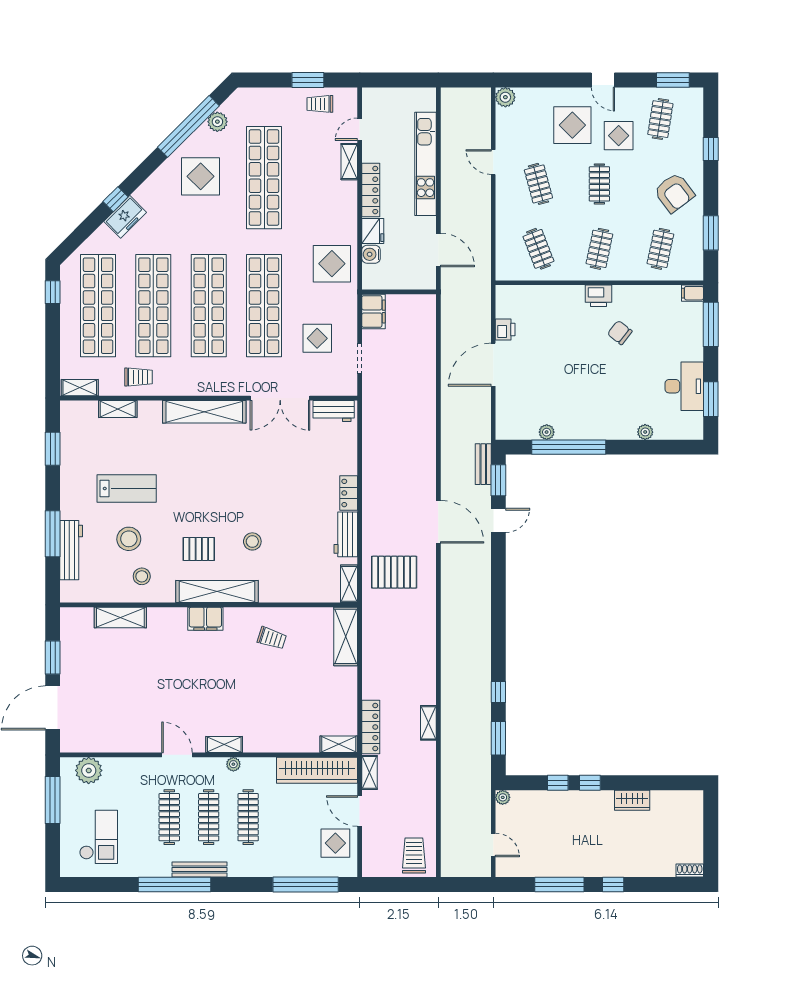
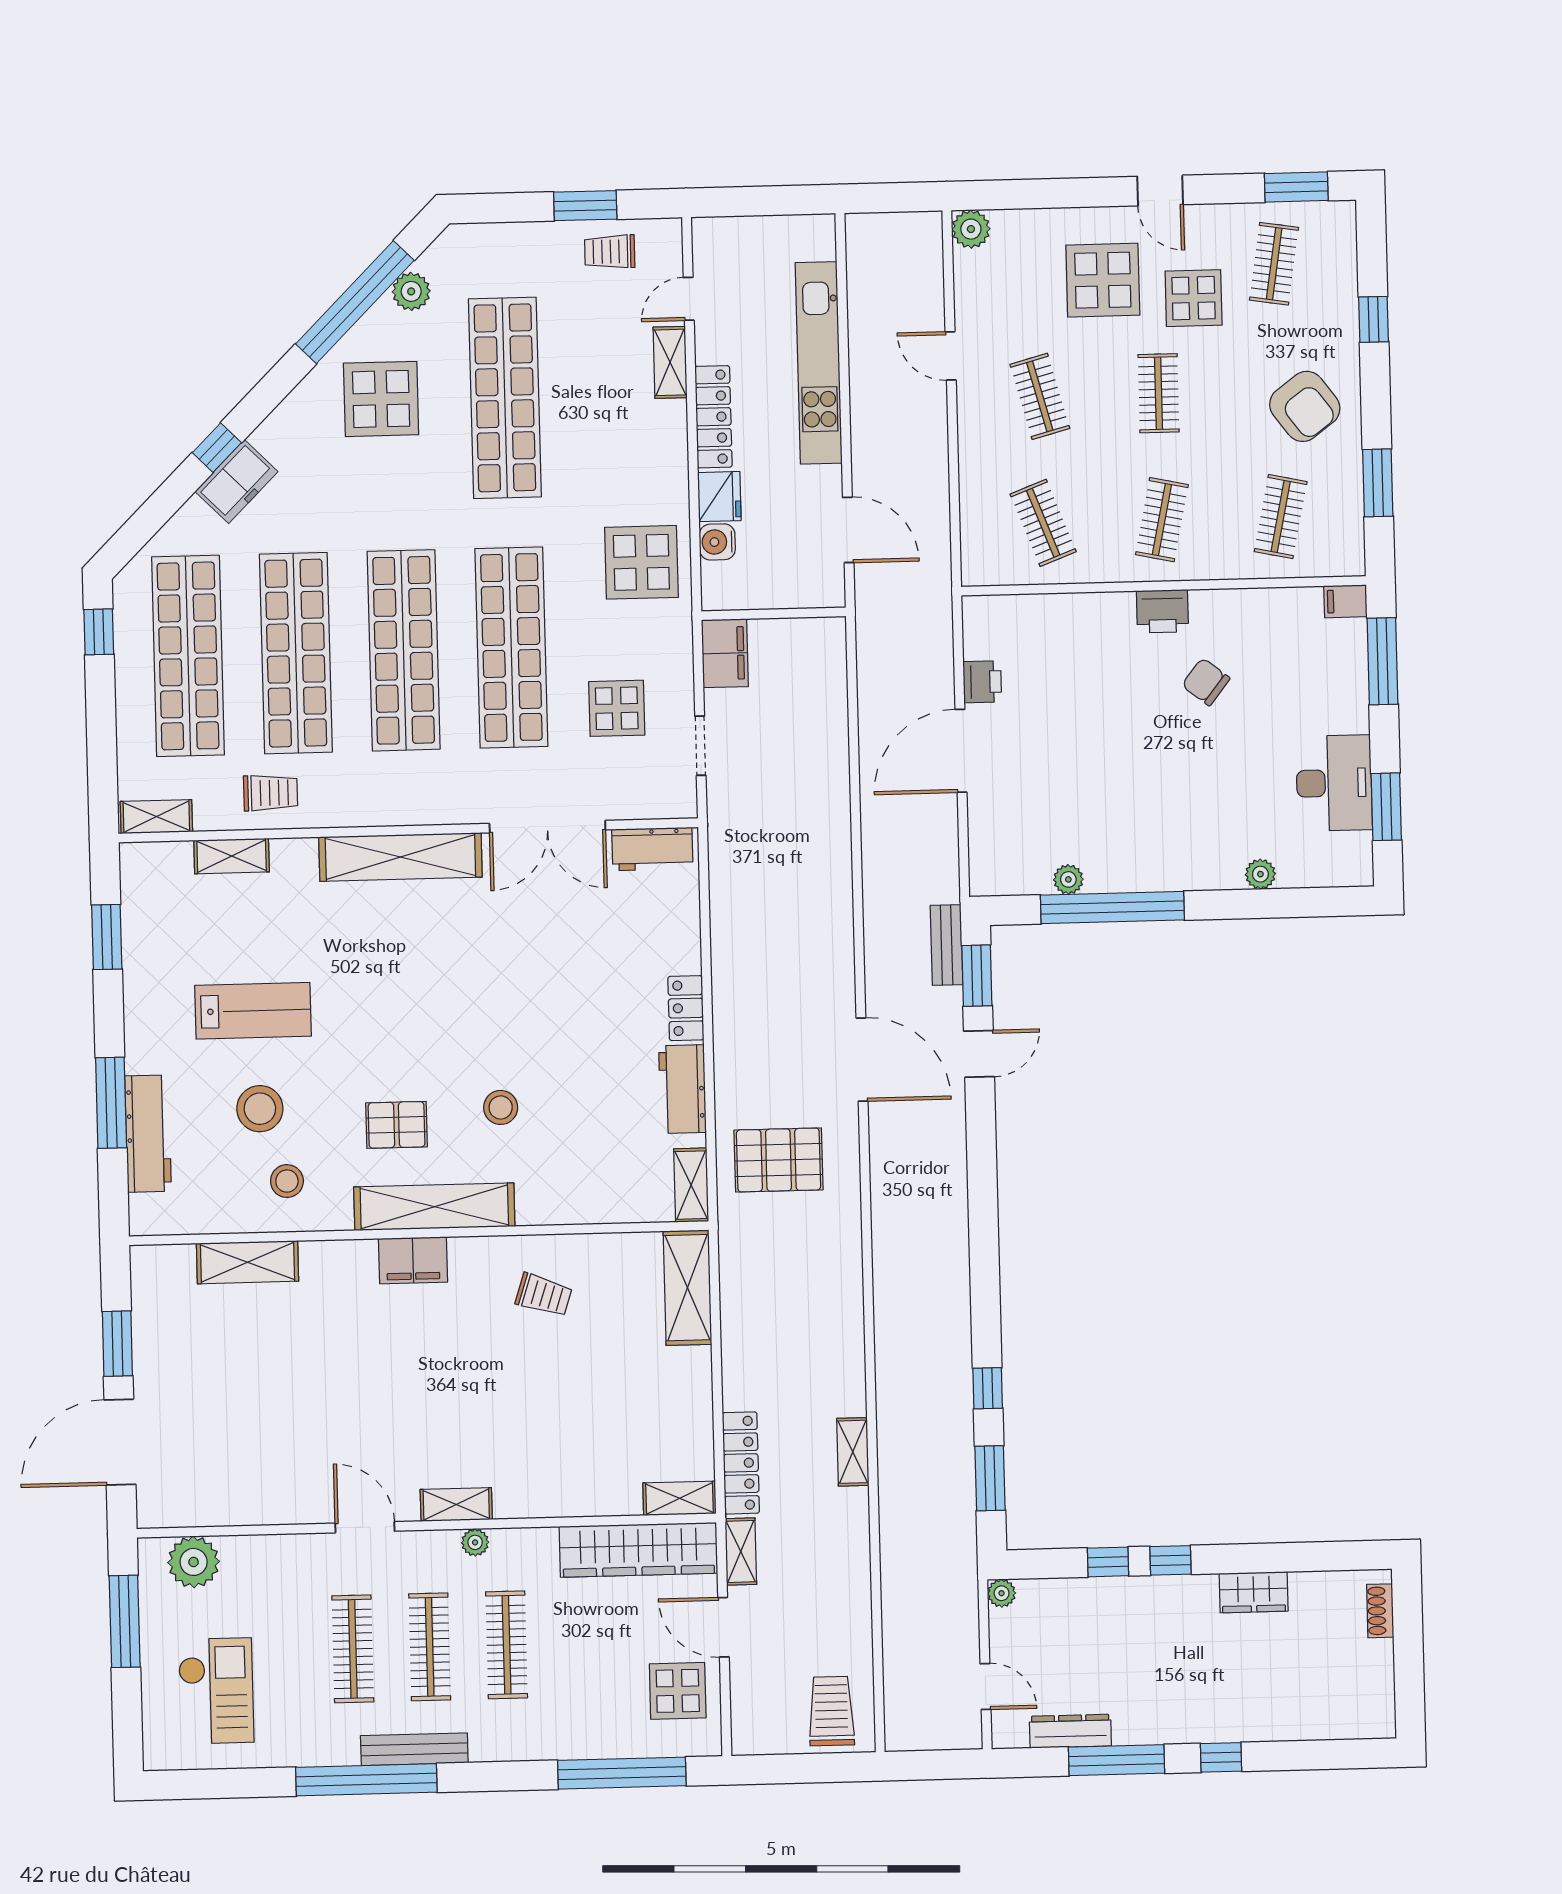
dresser: (536, 869) -> (1070, 1731), added
shoe rack: (690, 871) -> (1380, 1611), moved, turned -90

